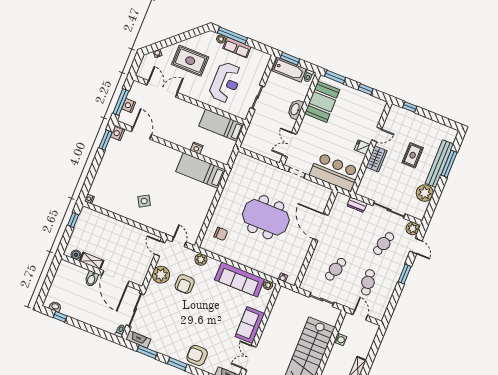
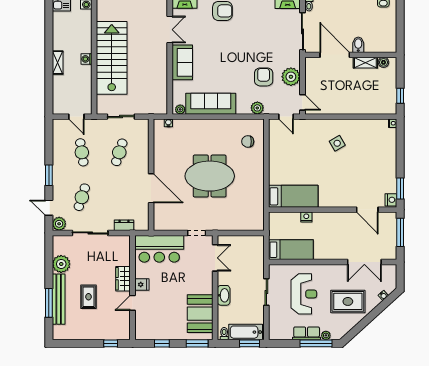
reception desk: (226, 82) -> (304, 294), turned 180
nightstand: (129, 106) -> (391, 232), removed
washing machine: (340, 339) -> (86, 59), moved

